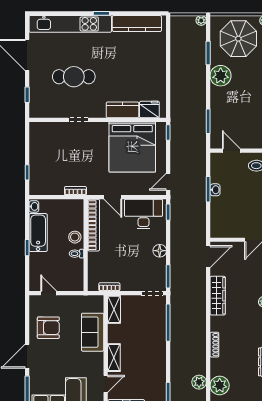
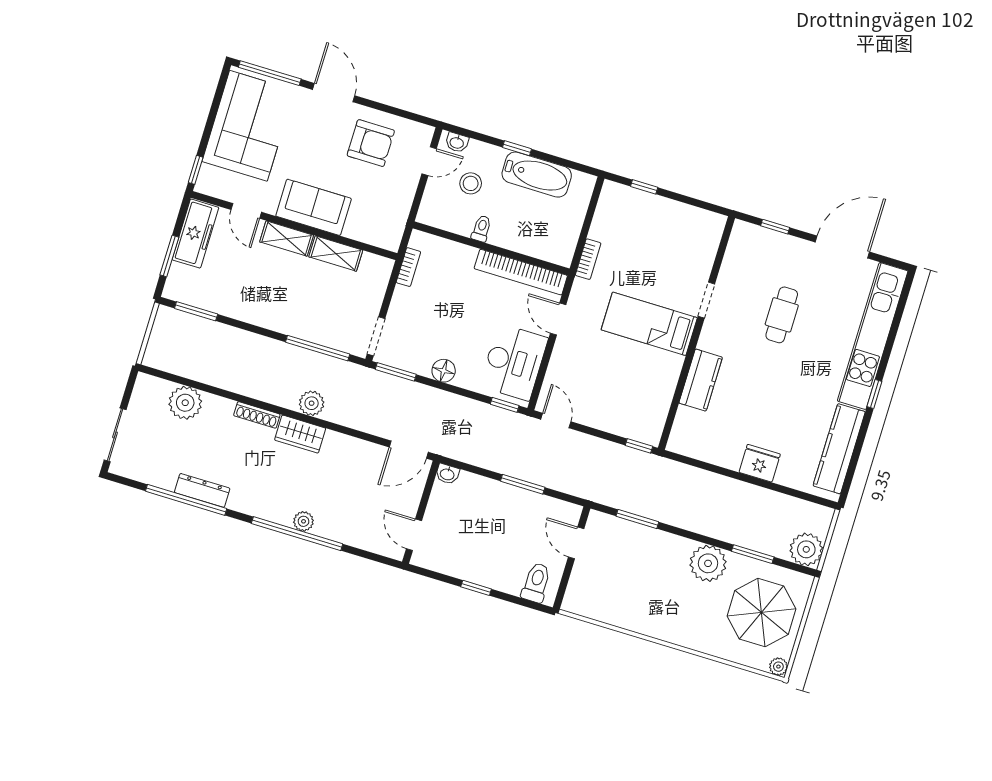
plant: (201, 20) -> (806, 549), width x1.88, depth x1.88
cafe table: (74, 77) -> (782, 315), width x0.73, depth x0.74
fridge: (149, 110) -> (760, 463), moved, turned -90
bed: (132, 147) -> (649, 324), moved, width x0.49
door: (231, 151) -> (576, 543), swing flipped
washbasin: (215, 190) -> (447, 474), moved
door: (113, 197) -> (558, 319), hinge flipped
washbasin: (34, 206) -> (457, 142), moved
stool: (75, 237) -> (471, 183), moved
door: (208, 257) -> (409, 450), hinge flipped
wardrobe: (218, 296) -> (300, 434), moved, width x0.67
shelving: (114, 309) -> (336, 254), moved
armchair: (48, 328) -> (371, 143), turned -90
sofa: (93, 332) -> (314, 207), moved
plant: (199, 382) -> (312, 403), moved

